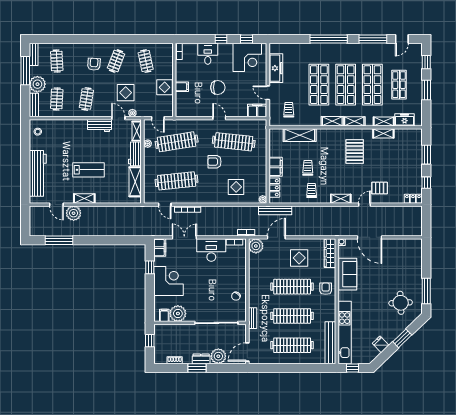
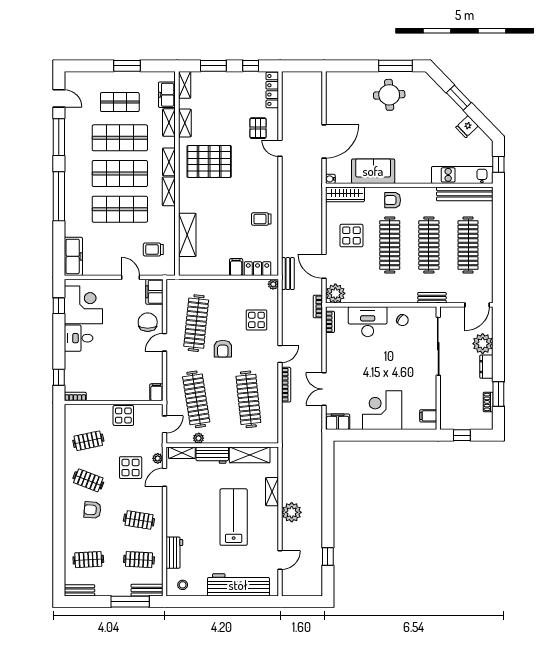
window: (221, 39) -> (59, 377), moved
desk: (208, 54) -> (79, 338), moved
window: (426, 62) -> (90, 66), removed
freezer: (276, 68) -> (73, 256), moved, turned 90
window: (25, 71) -> (130, 602), moved
plant: (37, 84) -> (119, 585), removed
filing cabinet: (182, 87) -> (156, 392), moved
chair: (218, 87) -> (148, 322), moved
door: (268, 93) -> (131, 277), swing flipped
workbench: (99, 125) -> (174, 553), moved
pallet: (355, 151) -> (209, 161), width x1.37, depth x1.41
filing cabinet: (276, 167) -> (236, 267), width x0.50
trolley: (308, 168) -> (231, 224), removed
lab bench: (88, 170) -> (234, 517), width x1.36, depth x1.39
shelving: (84, 199) -> (272, 492), moved
shelving: (341, 199) -> (185, 85), moved
locker: (413, 199) -> (272, 90), width x1.53
door: (165, 205) -> (280, 354), moved
bench: (275, 210) -> (288, 274), width x0.73
plant: (74, 213) -> (292, 512), moved
window: (59, 240) -> (328, 557), width x0.46
desk: (211, 250) -> (368, 322), moved, turned 90
window: (150, 267) -> (364, 435), removed
round table: (401, 303) -> (389, 95), moved
plant: (178, 314) -> (426, 398), removed
kitchen unit: (345, 333) -> (462, 175), width x0.73
door: (247, 352) -> (477, 305), hinge flipped
window: (197, 368) -> (498, 394), moved

